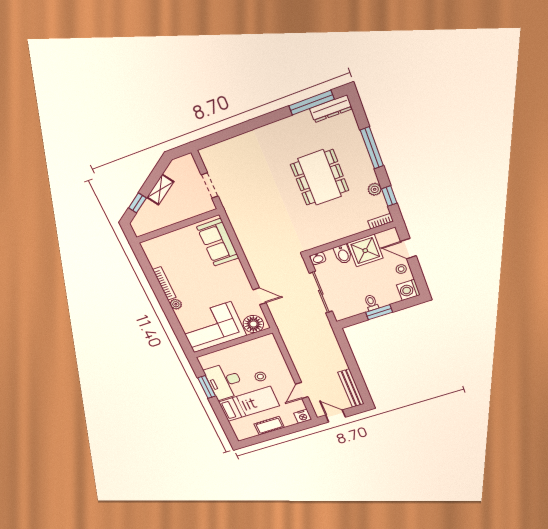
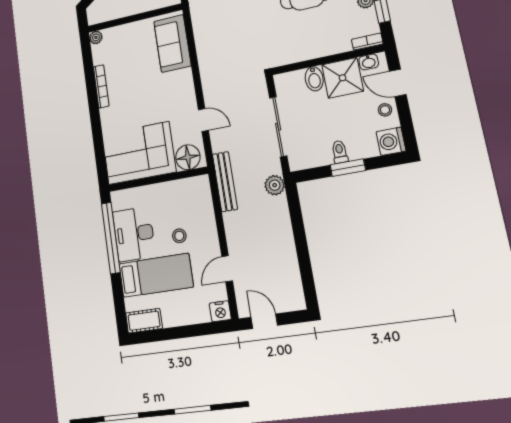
washbasin: (318, 258) -> (369, 62), moved
plant: (176, 304) -> (96, 37), moved
plant: (326, 332) -> (275, 185), added
window: (207, 387) -> (111, 238), width x2.11
bench: (351, 388) -> (225, 182), moved
cot: (269, 426) -> (144, 321), moved

